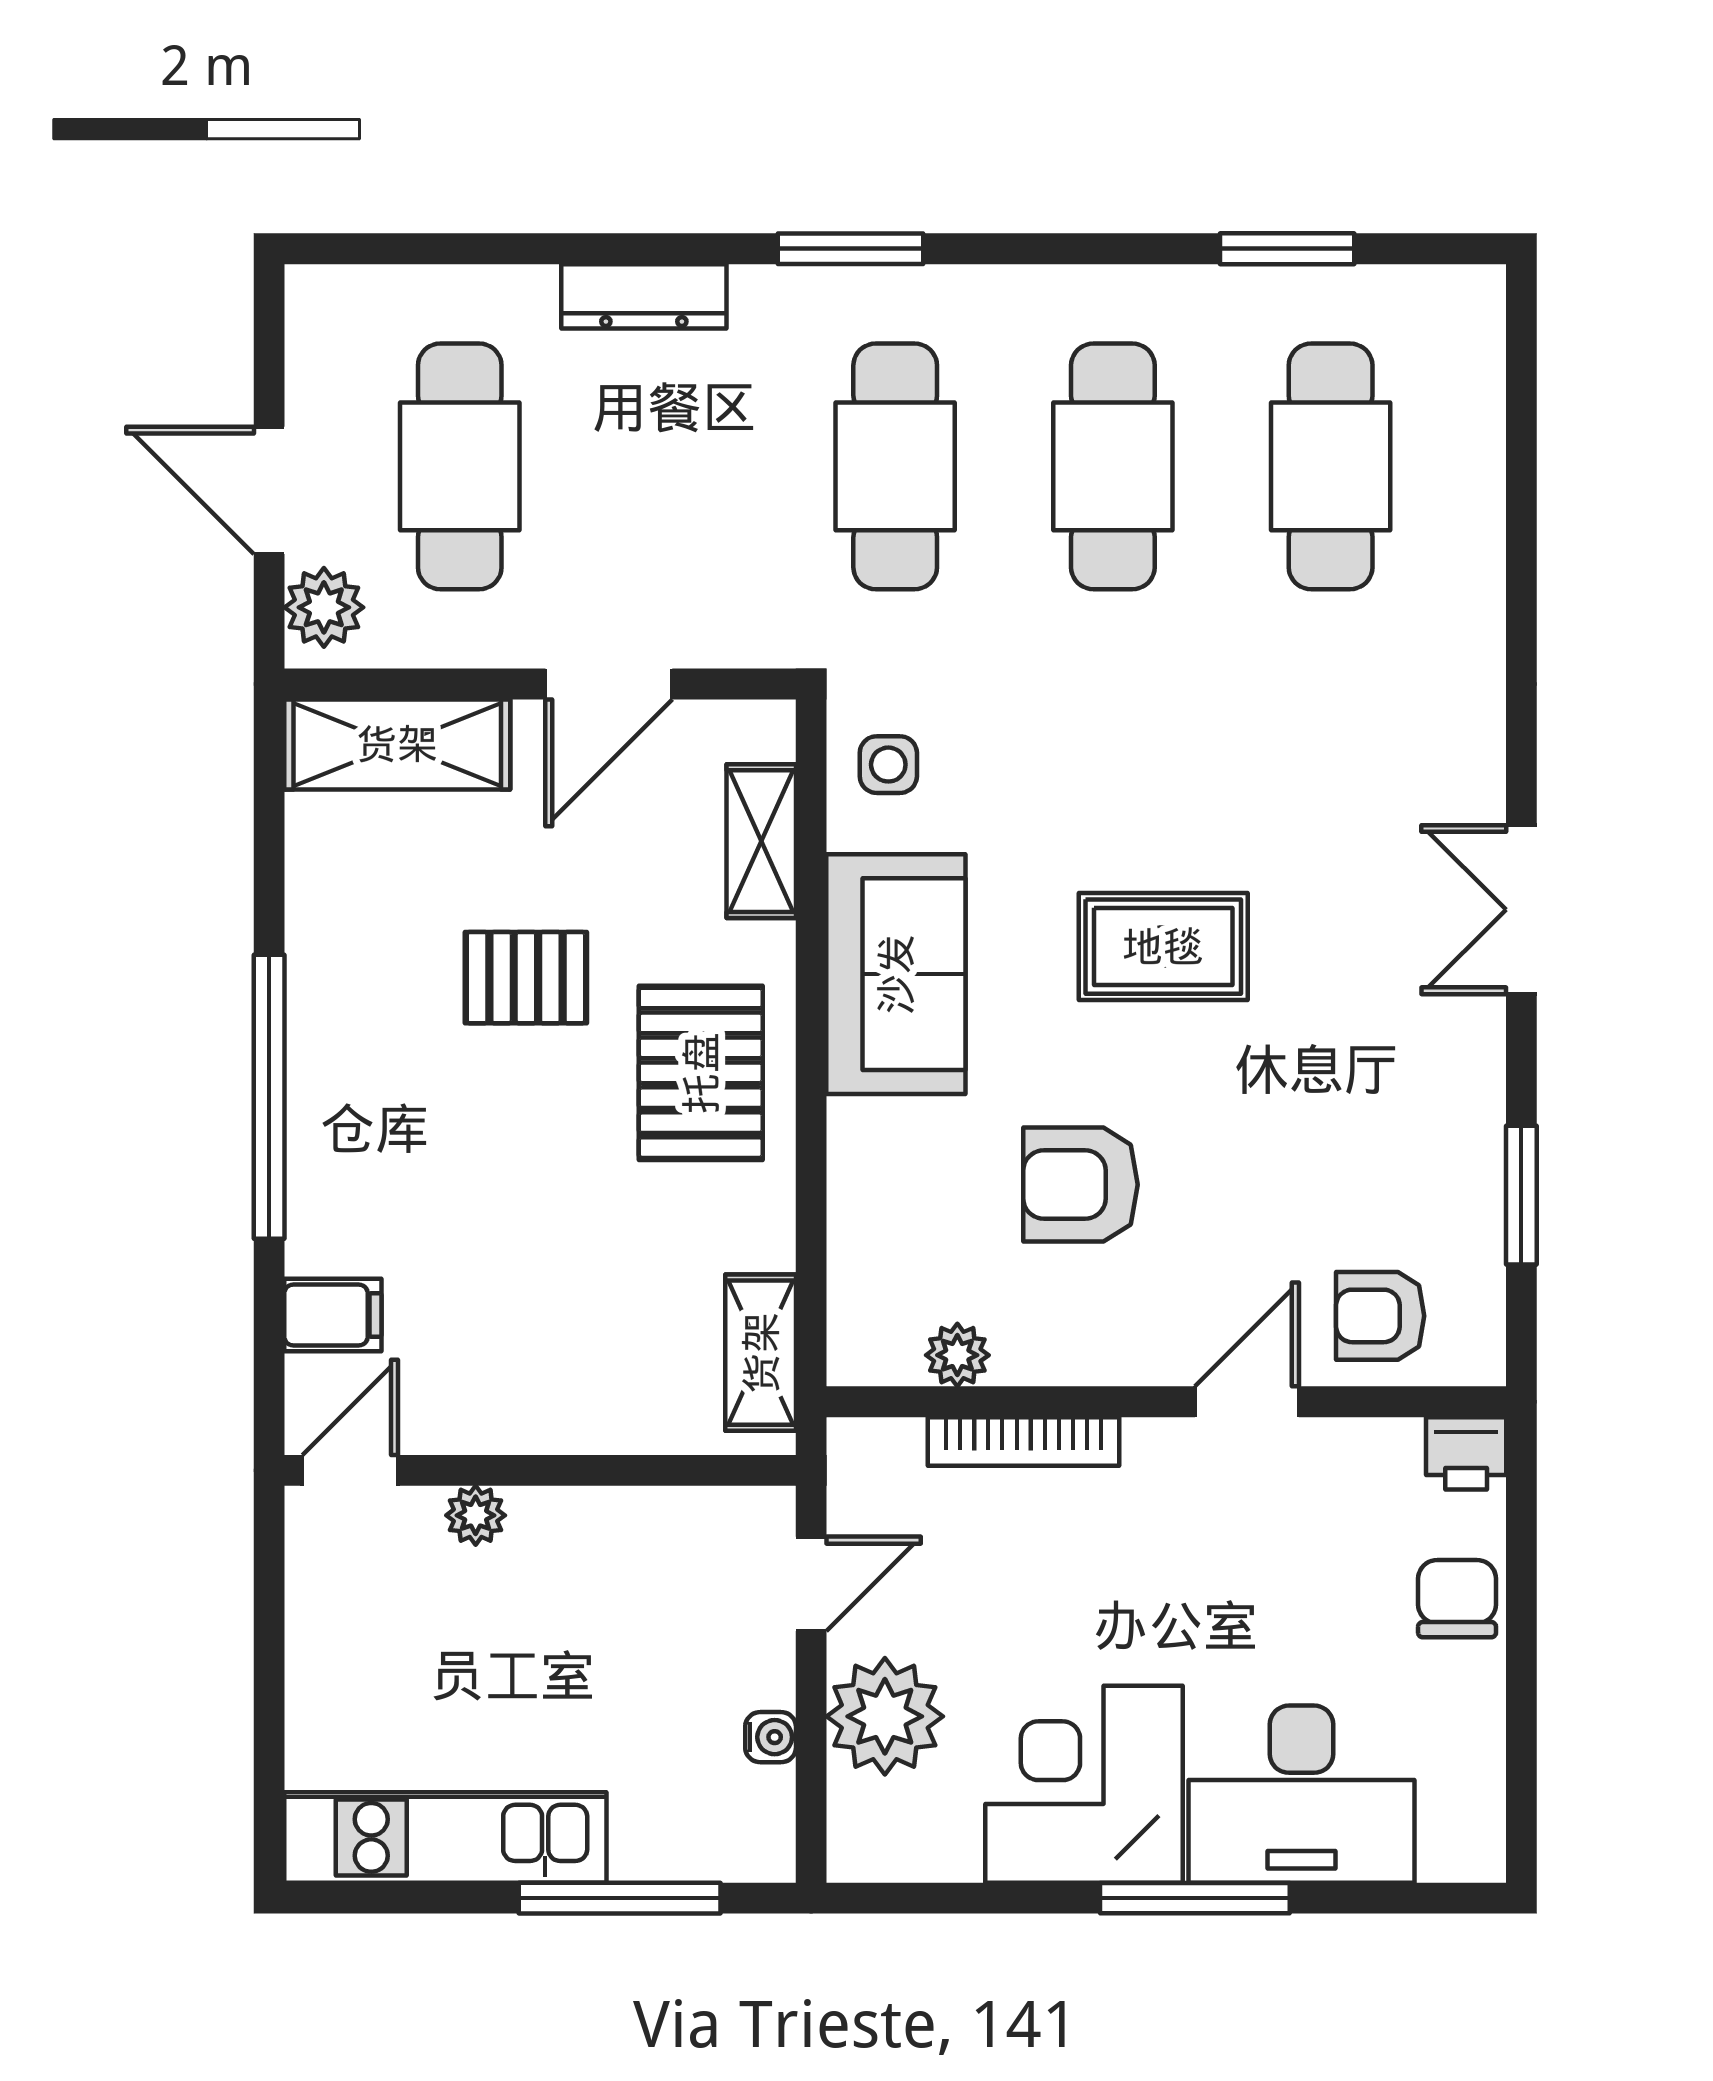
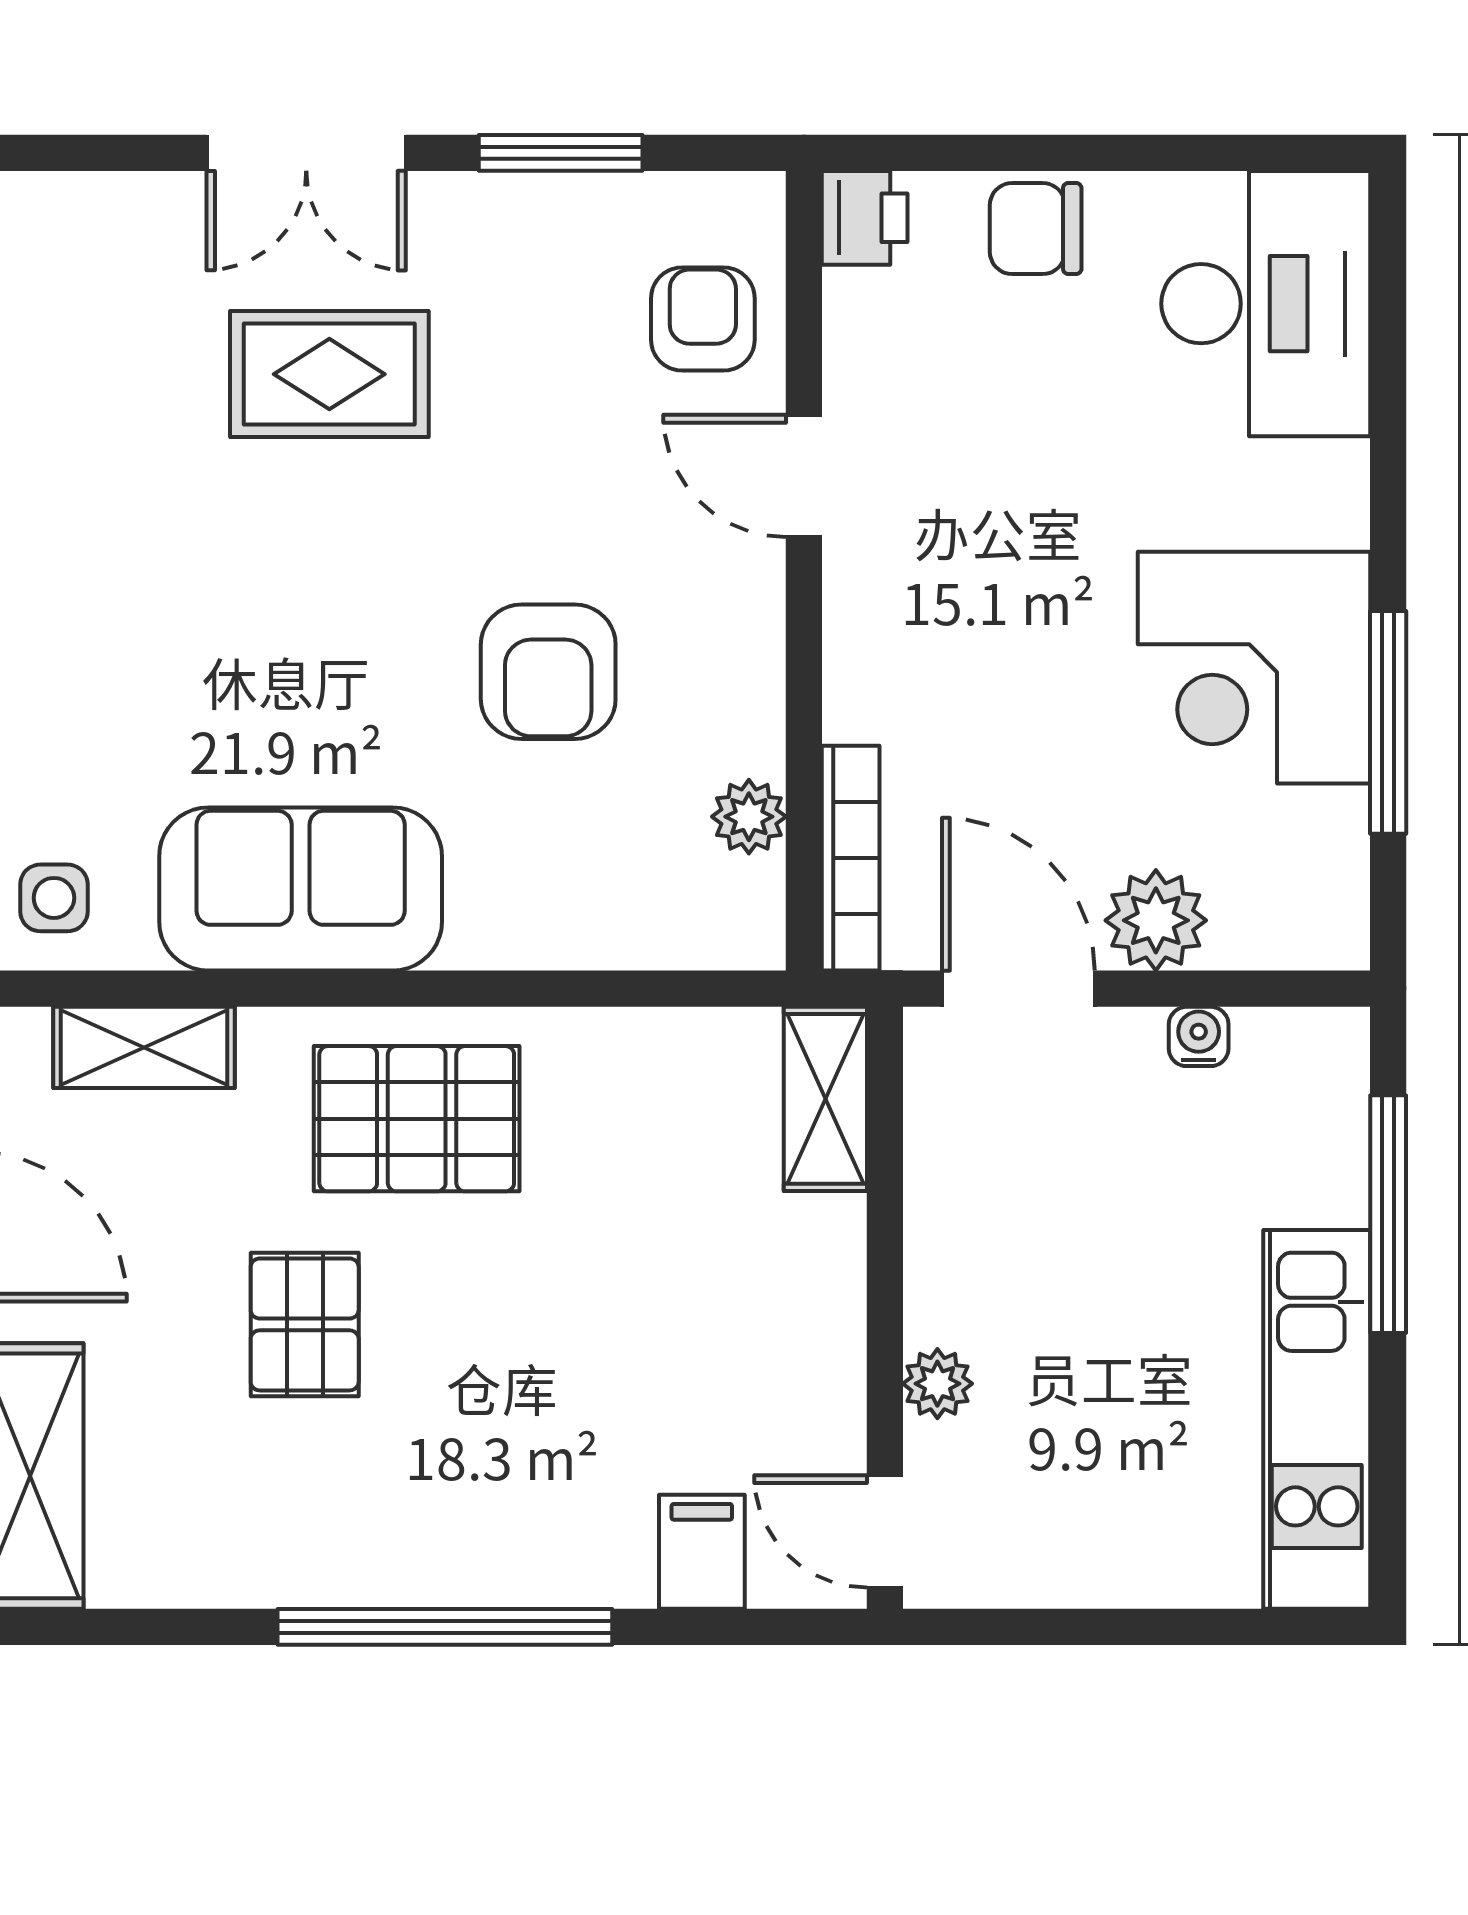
double door: (1521, 910) -> (306, 153), moved
rug: (1163, 947) -> (329, 374), moved, turned 90
armchair: (1380, 1316) -> (703, 319), turned 180
shelving: (761, 1353) -> (825, 1099), moved, turned 90
bookcase: (1024, 1441) -> (851, 858), moved
door: (811, 1584) -> (1018, 989), width x1.38
plant: (885, 1716) -> (1156, 920), width x0.73, depth x0.73
desk: (1301, 1794) -> (1266, 304), moved
window: (1195, 1898) -> (1388, 722), moved

